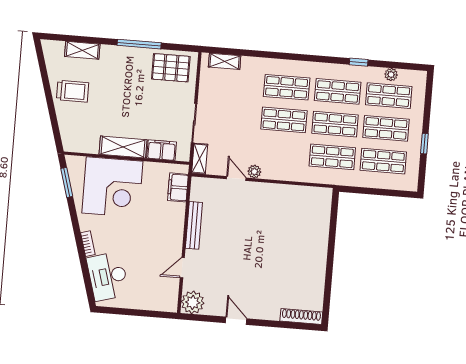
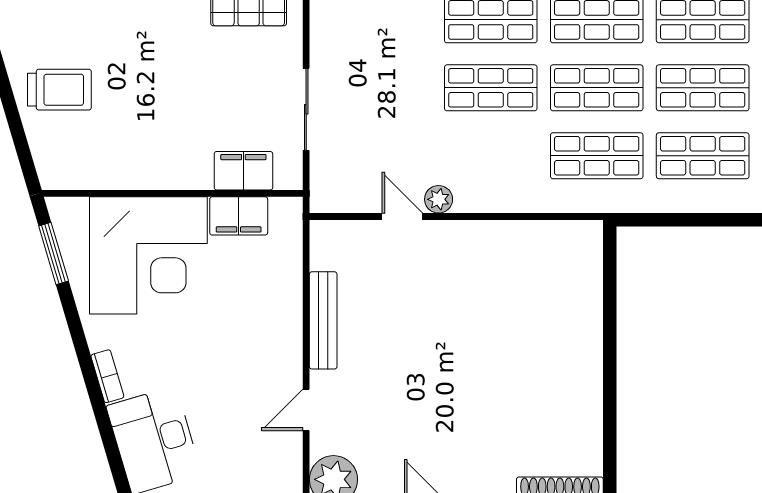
trolley: (73, 91) -> (59, 90), moved
shelving: (123, 147) -> (163, 171), removed
shelving: (200, 159) -> (324, 182), removed
filing cabinet: (178, 187) -> (239, 216), moved, turned -90

